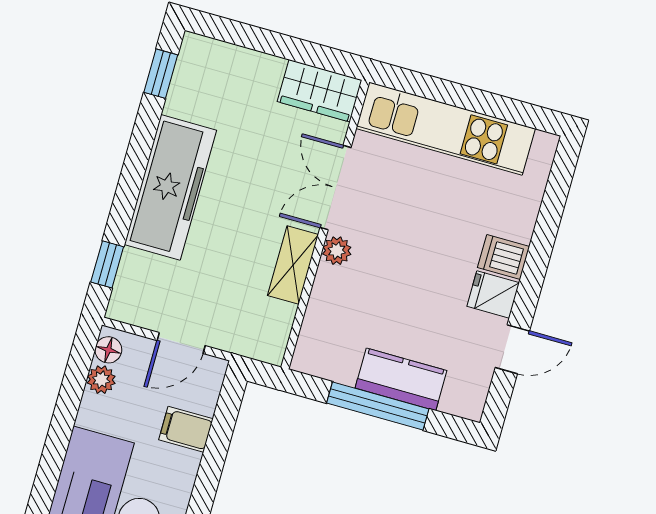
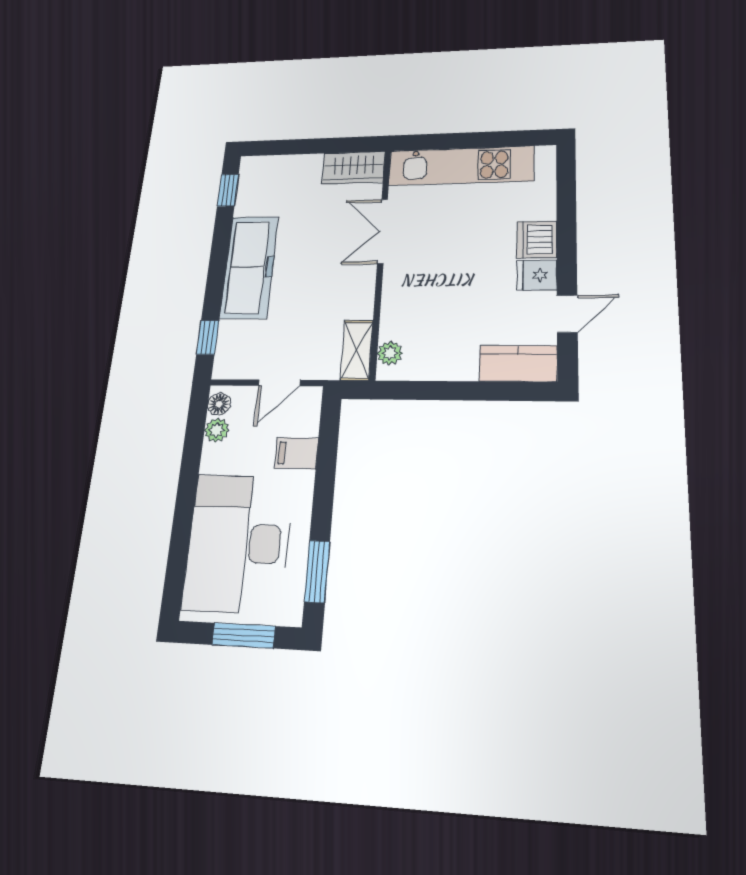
plant: (337, 251) -> (390, 353), moved
dishwasher: (504, 257) -> (537, 239), width x1.38
shelving: (293, 265) -> (357, 350), moved
kitchen counter: (401, 379) -> (518, 364), moved
window: (378, 406) -> (461, 391), removed

